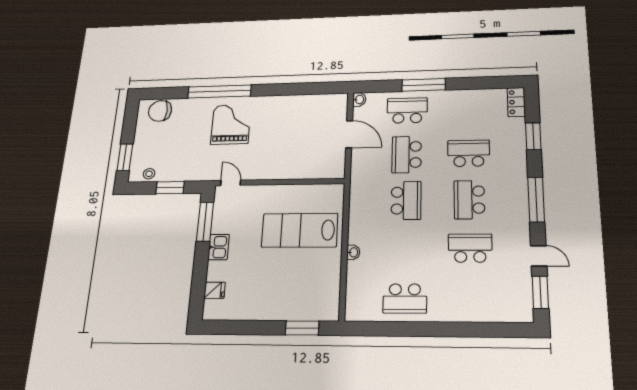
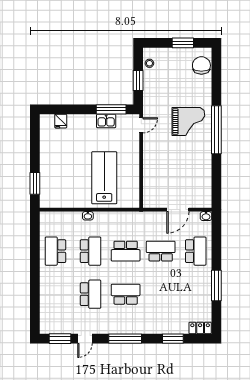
window: (424, 85) -> (216, 285), moved
window: (219, 91) -> (216, 130), moved
school desk: (469, 153) -> (91, 251), moved
window: (125, 157) -> (183, 43), moved
kitchen sink: (219, 247) -> (106, 121), moved

